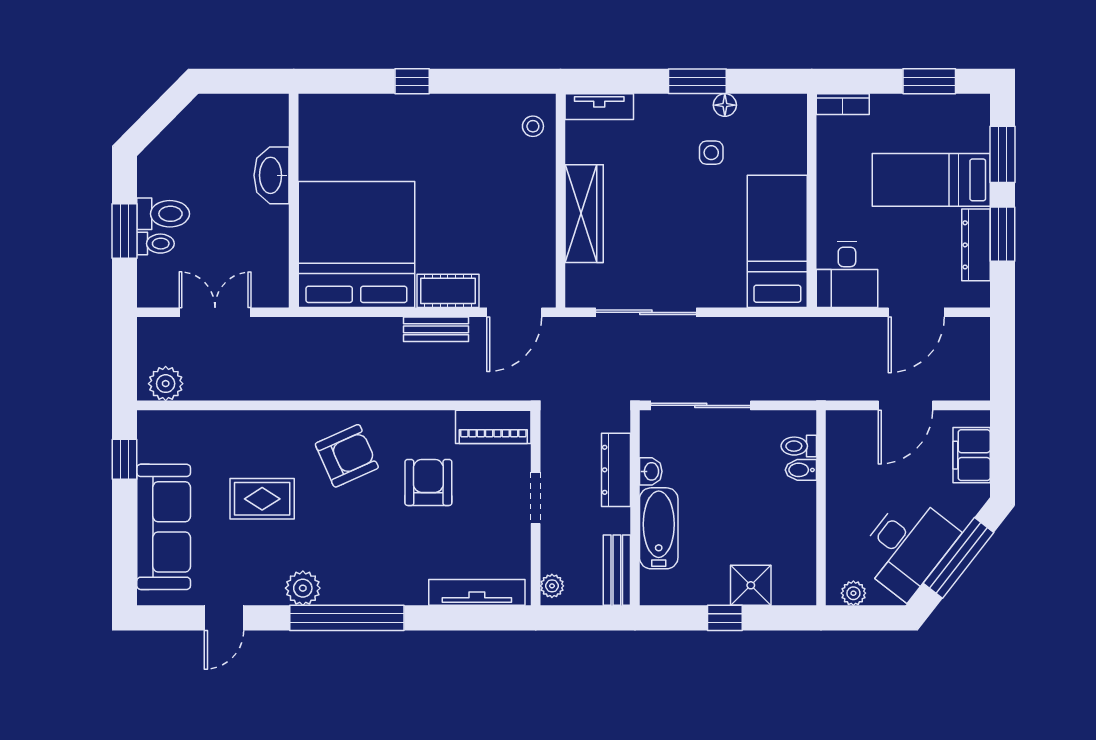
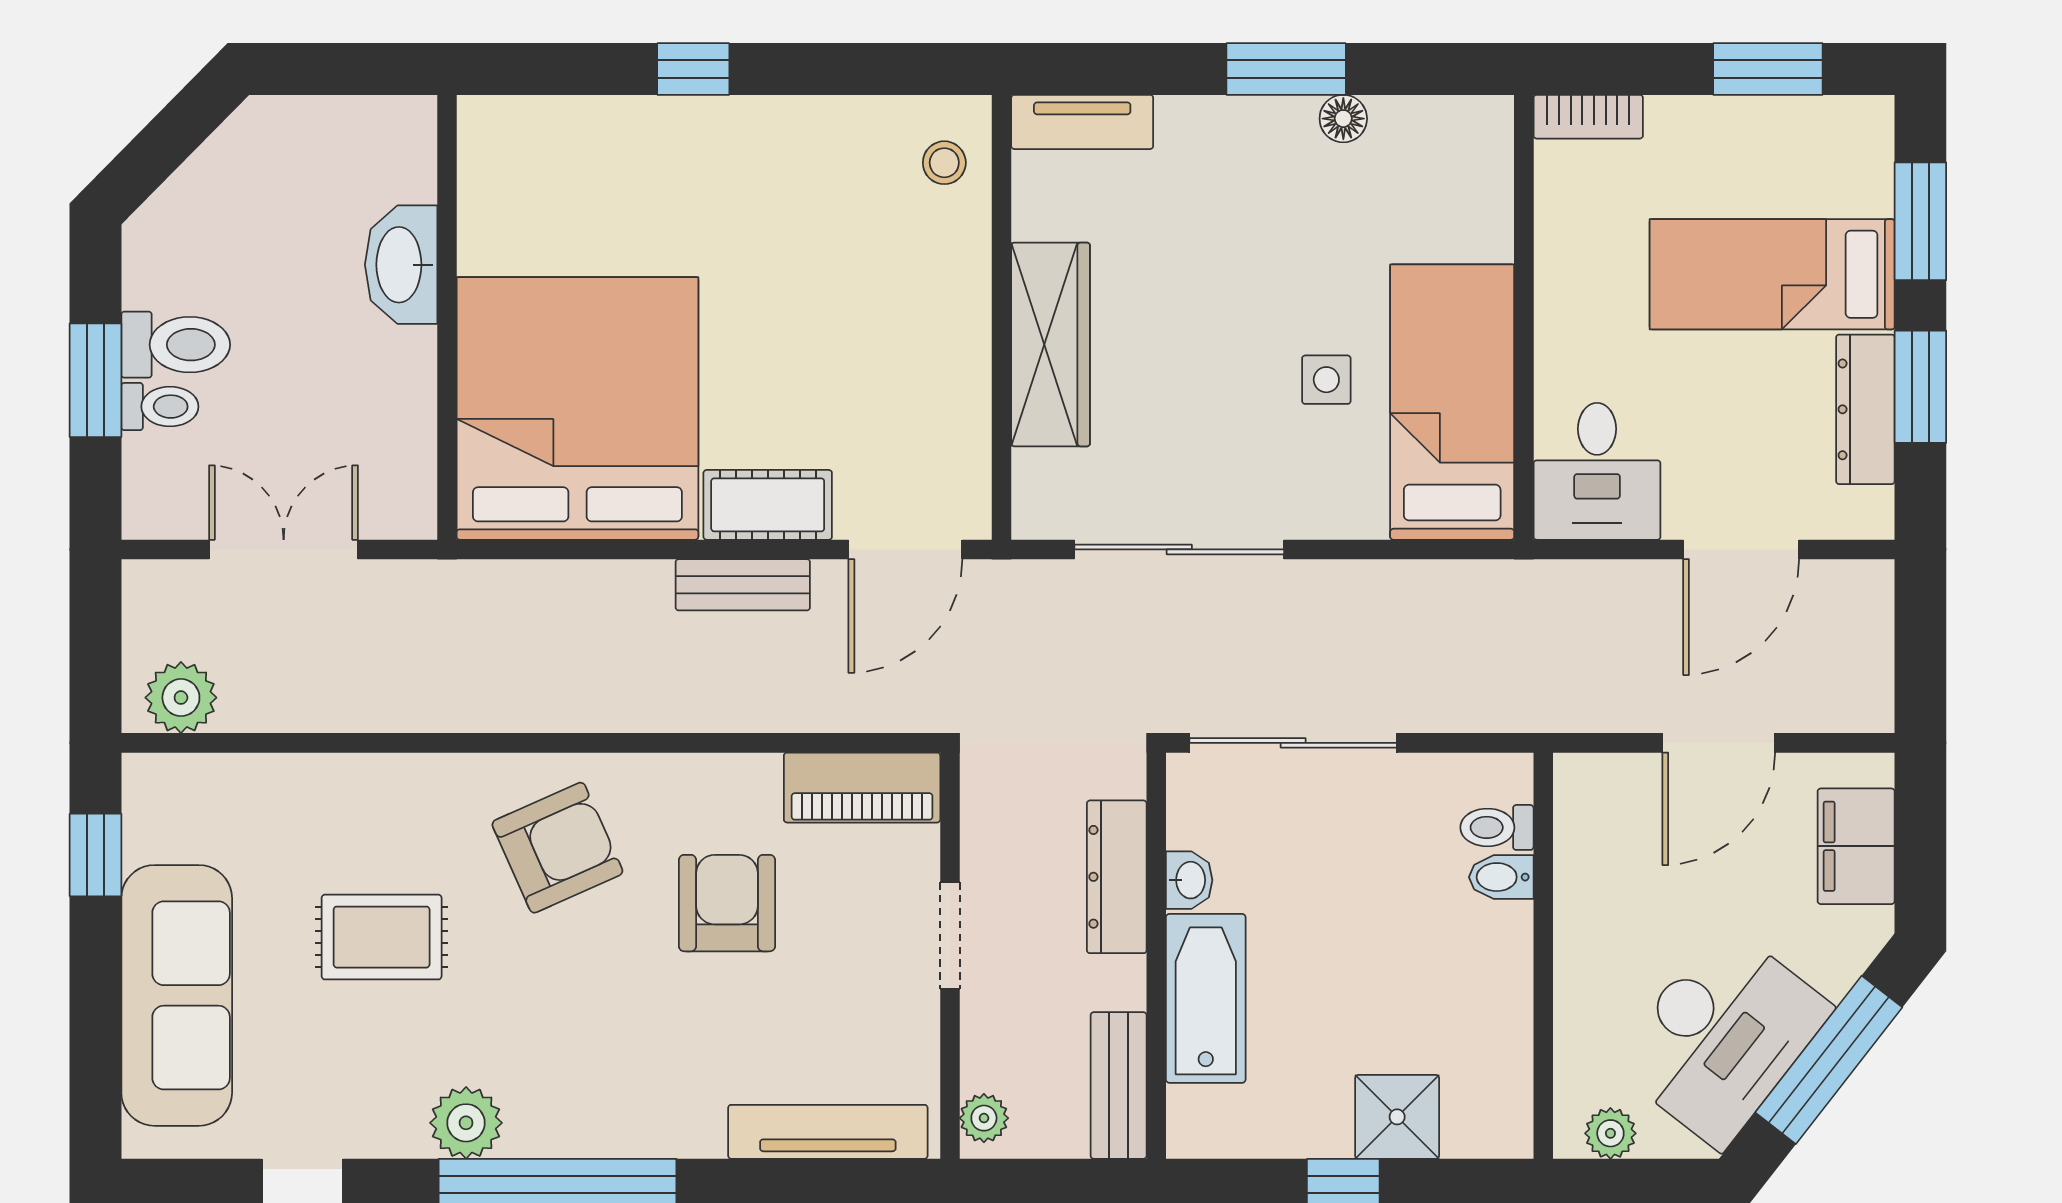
side table: (711, 153) -> (1326, 380), moved

